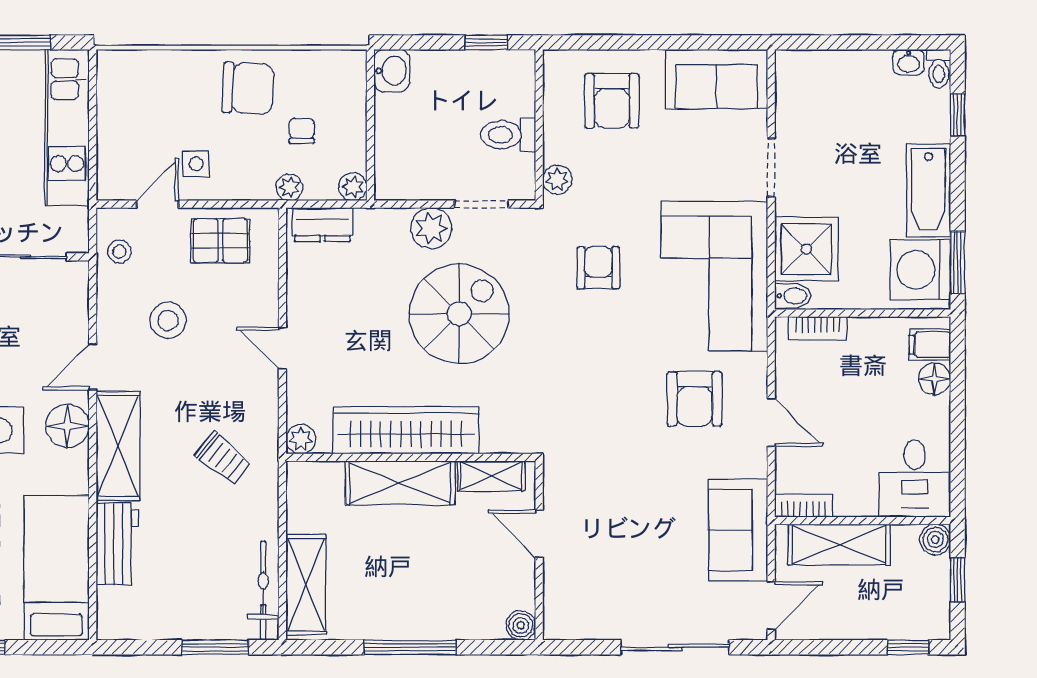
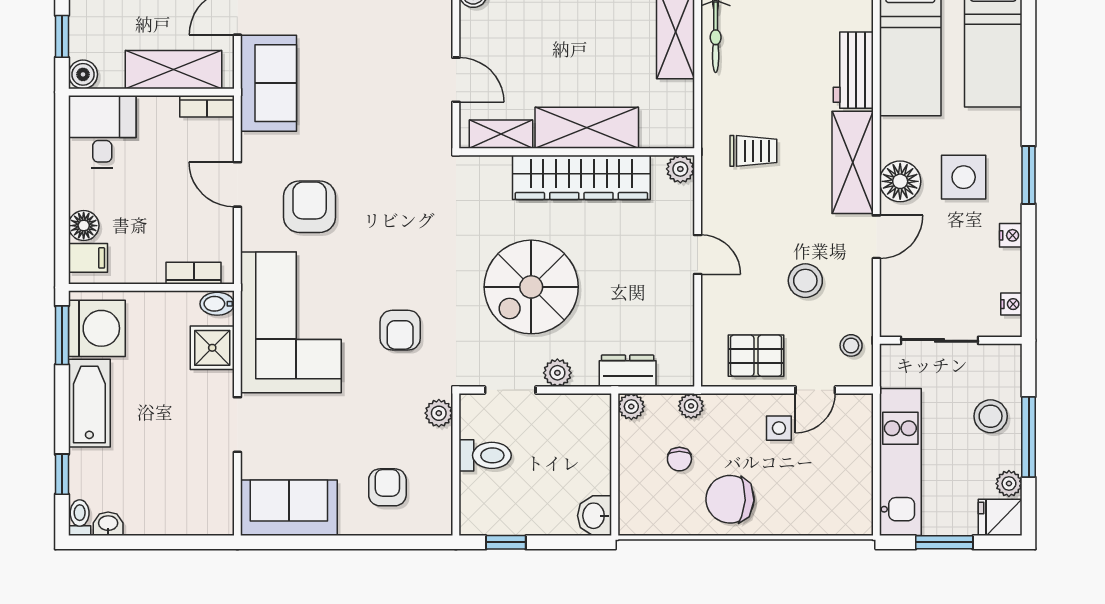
armchair: (612, 101) -> (387, 487), width x0.72, depth x0.72
dresser: (322, 225) -> (628, 371), moved
plant: (431, 228) -> (557, 373), width x0.73, depth x0.73
shower: (806, 249) -> (212, 348), width x0.73, depth x0.73
trolley: (223, 458) -> (753, 151), turned 141

